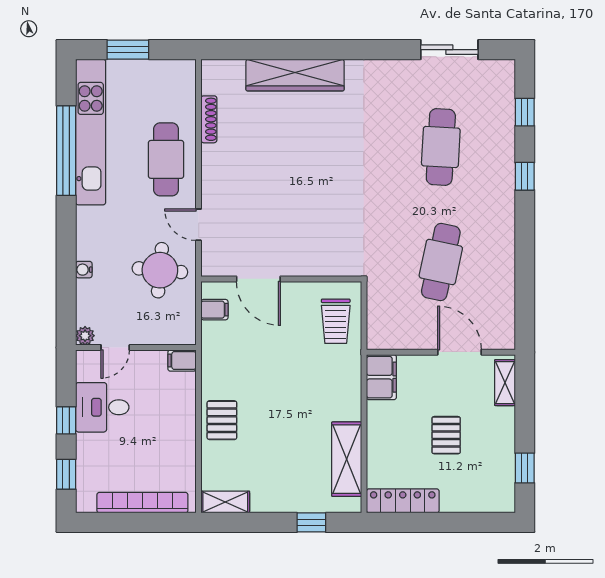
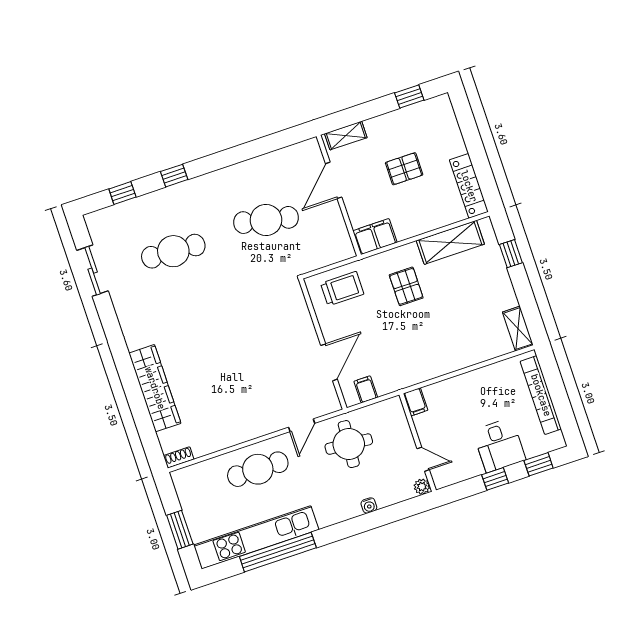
shoe rack: (209, 119) -> (179, 457), moved, width x0.70
desk: (102, 407) -> (499, 445), moved
pallet: (222, 420) -> (406, 286), moved, turned 90

